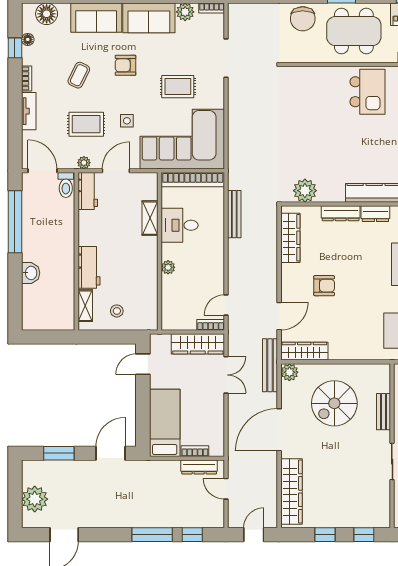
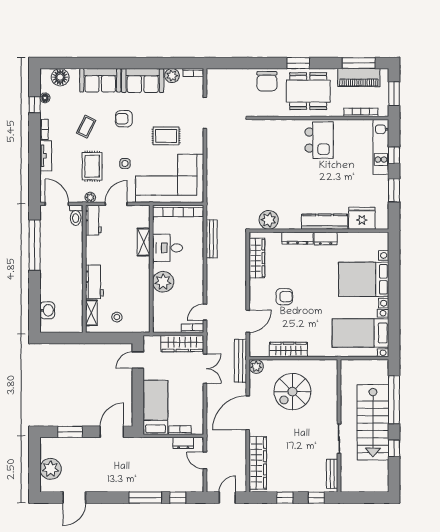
rug: (86, 124) -> (92, 166), turned 90
plant: (168, 267) -> (163, 282), width x1.87, depth x1.87
washbasin: (31, 273) -> (47, 310), moved
wardrobe: (304, 351) -> (288, 349), moved
bench: (383, 412) -> (332, 474), moved
dresser: (199, 467) -> (183, 443), width x0.70

